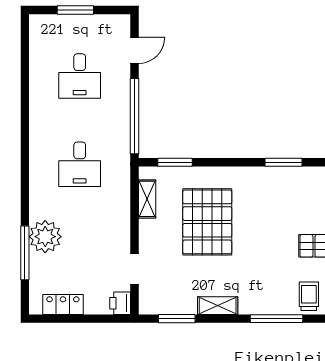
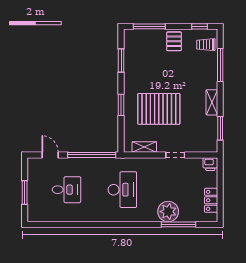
window: (175, 162) -> (121, 105), moved
desk: (80, 164) -> (122, 190), width x1.37
doorway: (135, 269) -> (175, 155), moved

